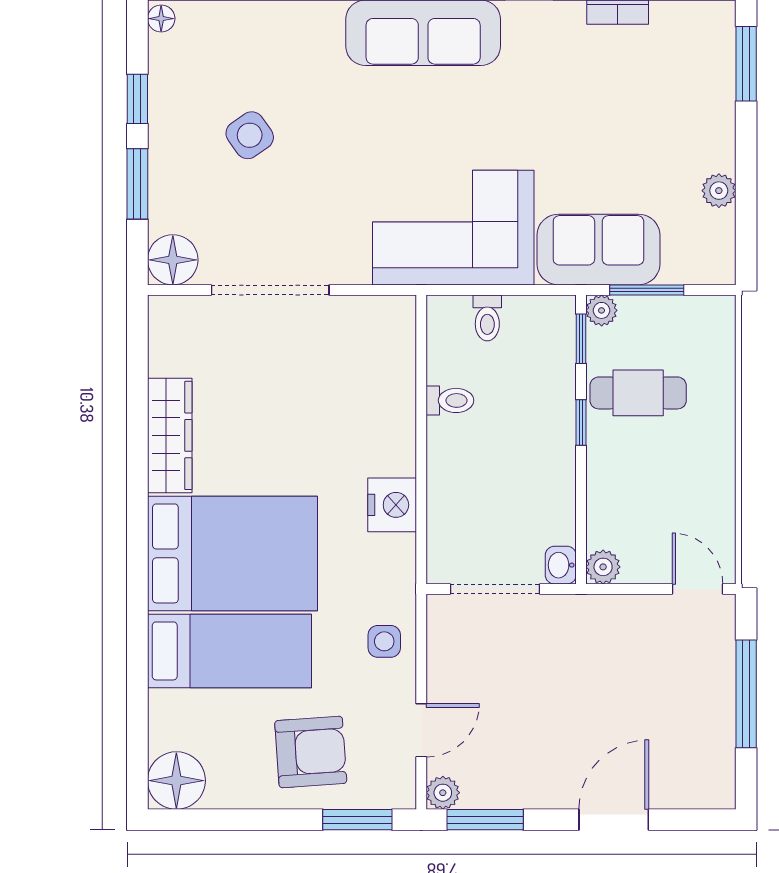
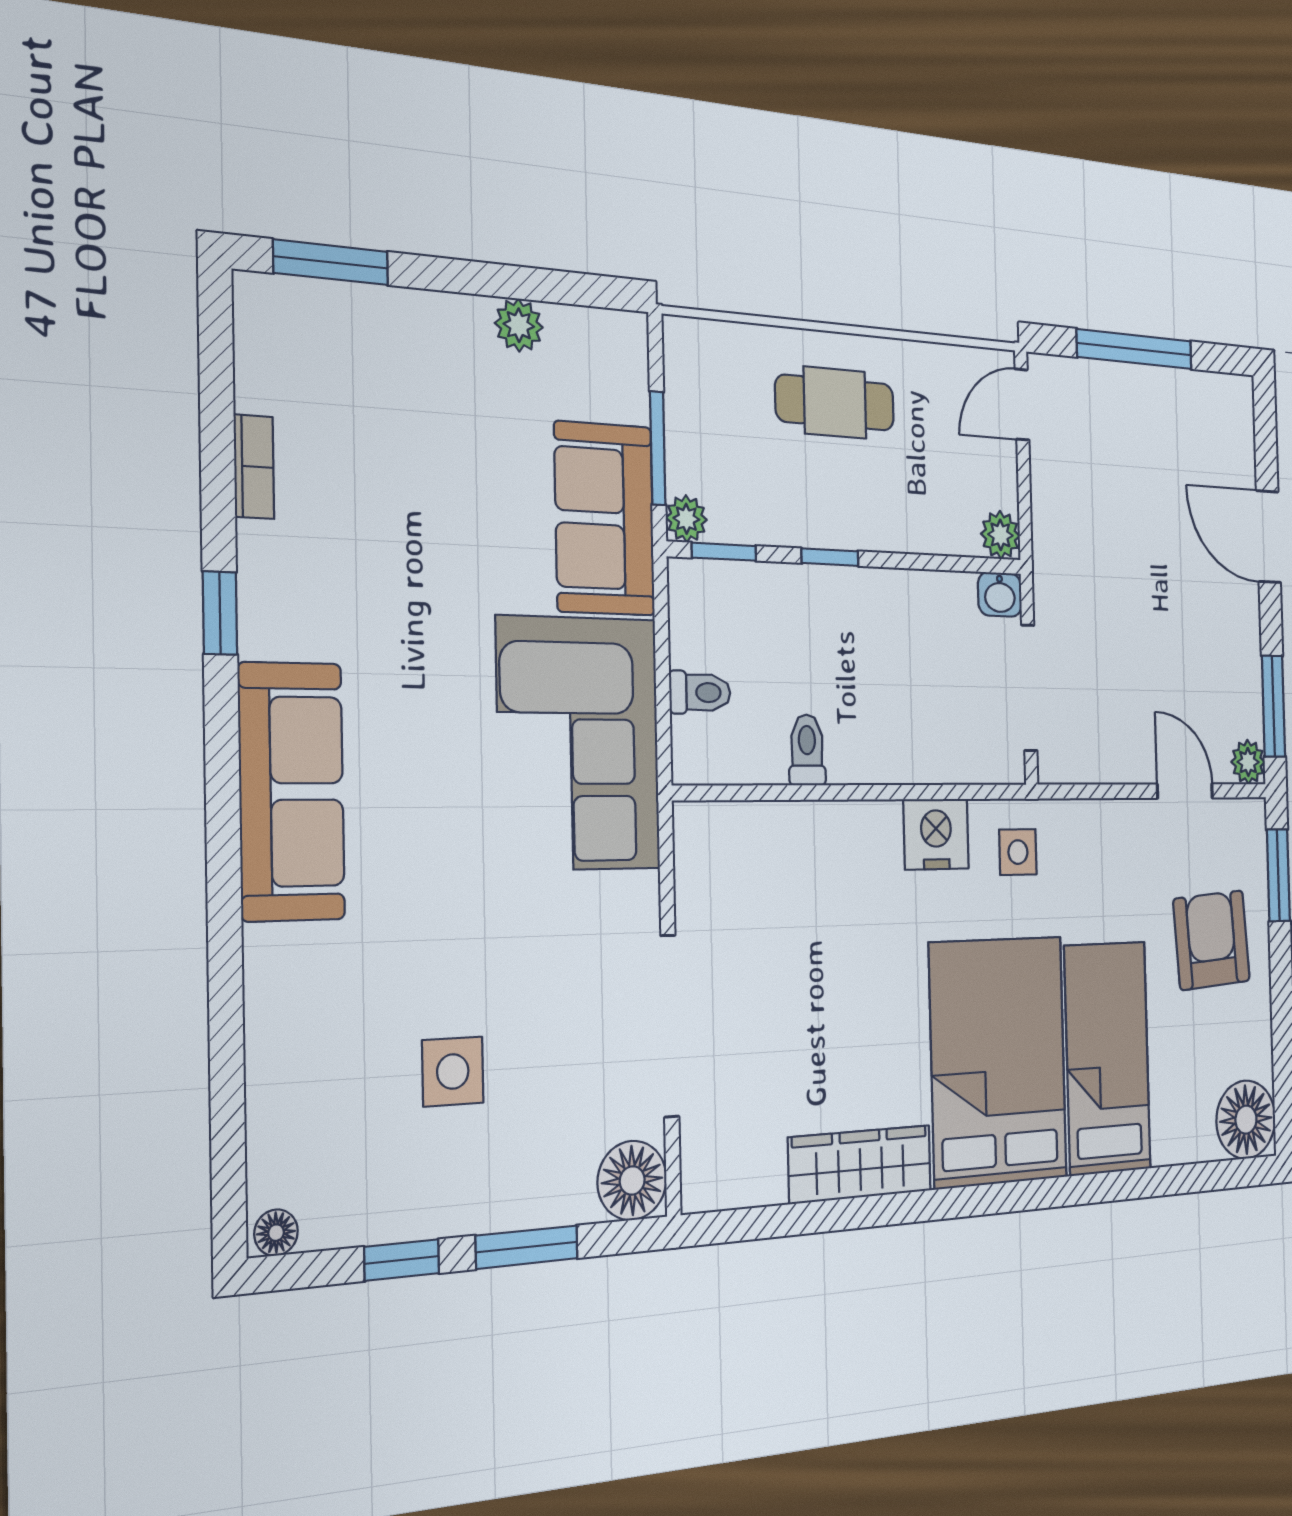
side table: (250, 135) -> (453, 1072), turned 35
cafe table: (638, 393) -> (835, 403), moved, turned 90
side table: (384, 641) -> (1018, 852), moved

